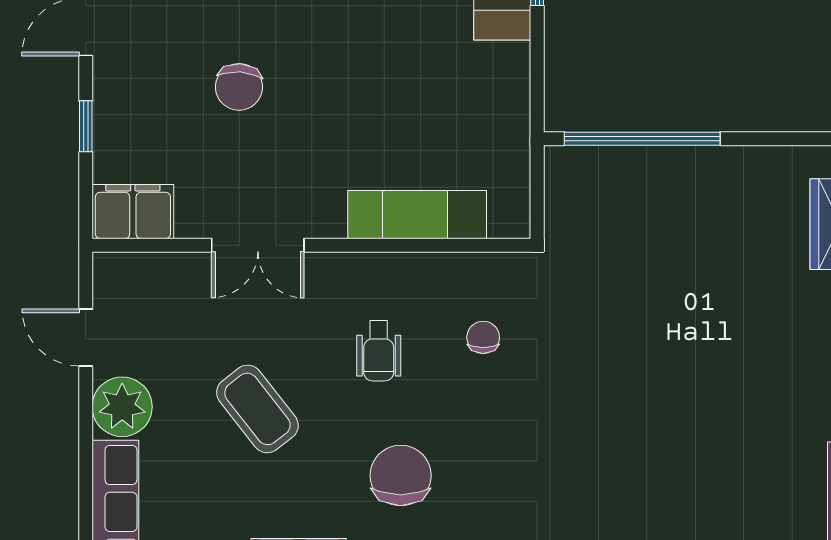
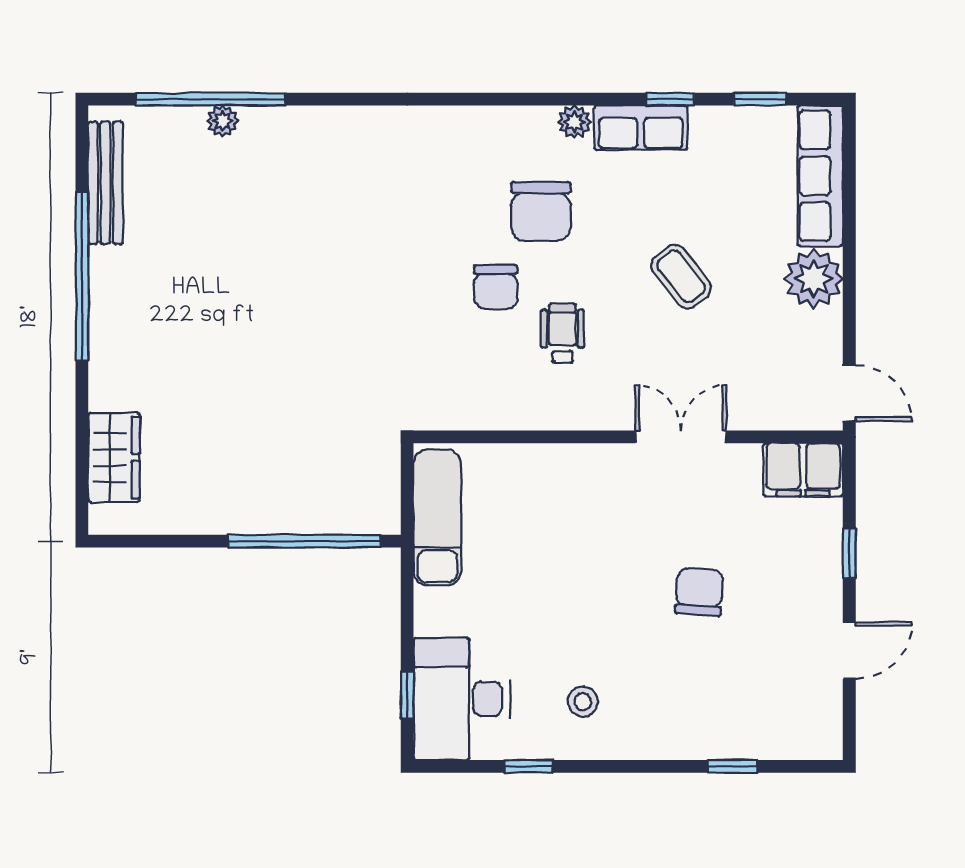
exam couch: (417, 215) -> (437, 517), moved, turned -90
chair: (483, 337) -> (496, 287), moved, width x1.37, depth x1.37
door: (86, 338) -> (849, 393), moved
coffee table: (257, 409) -> (681, 277), width x0.73, depth x0.77

